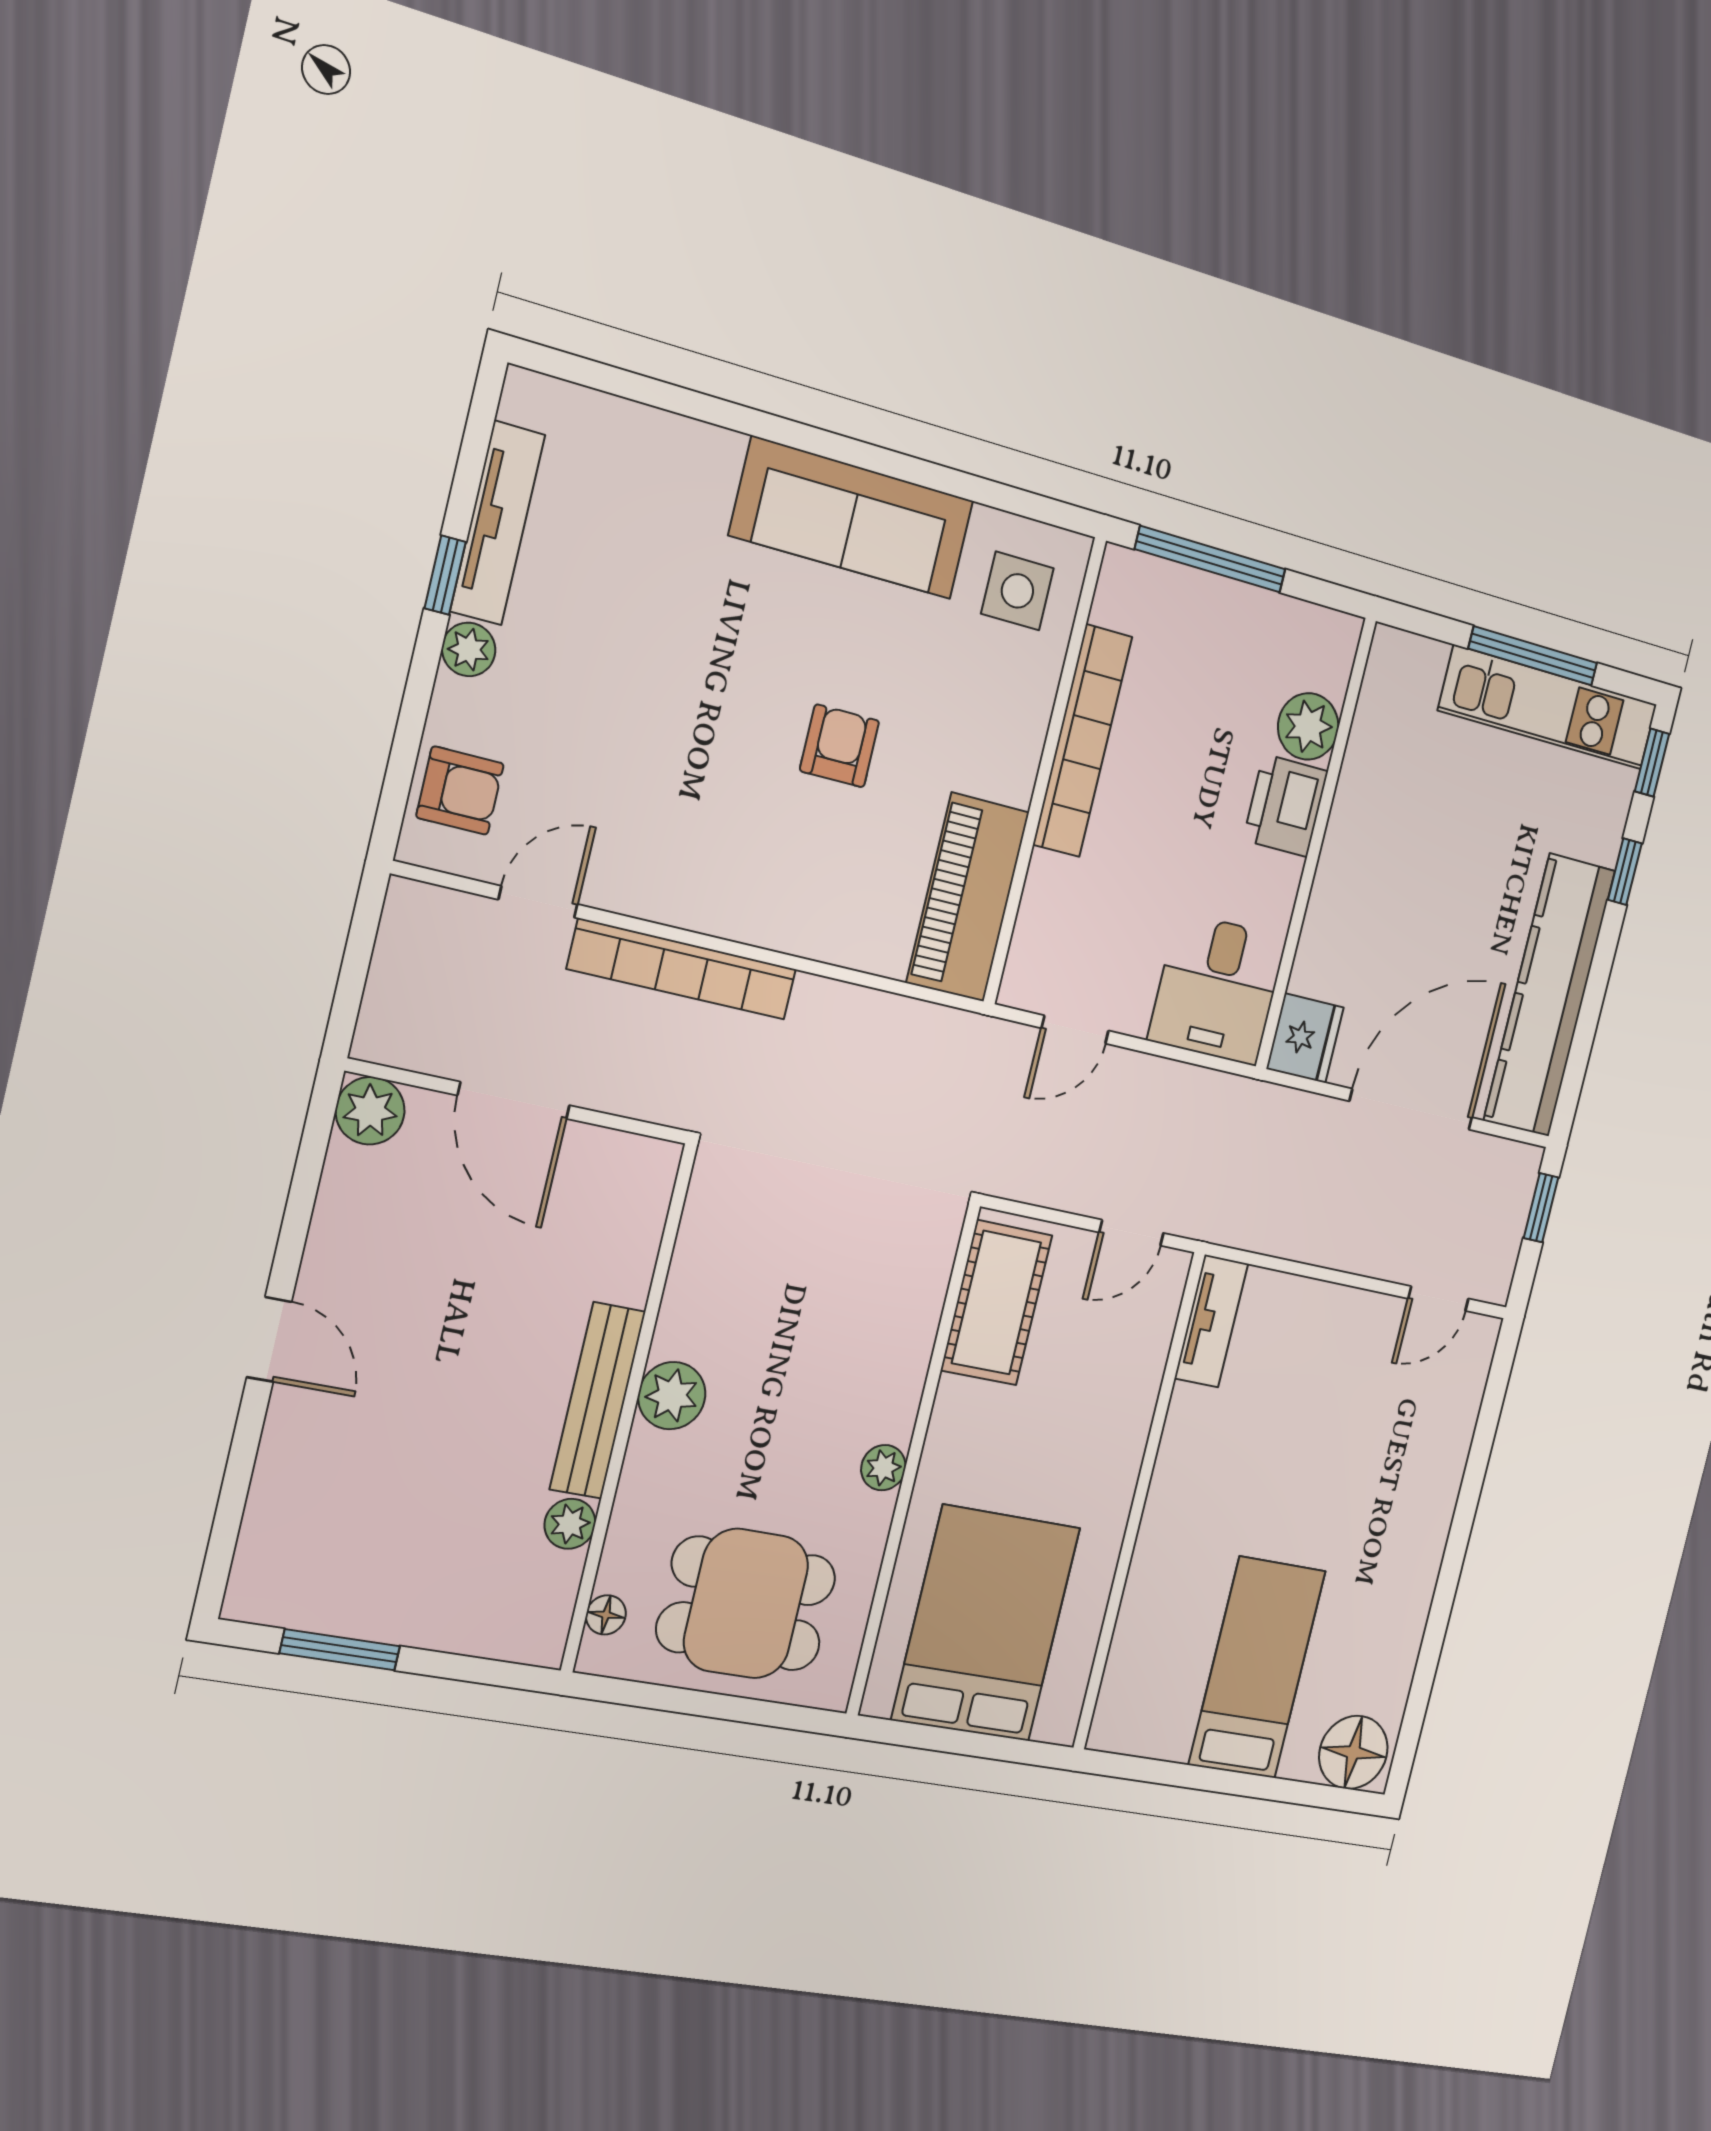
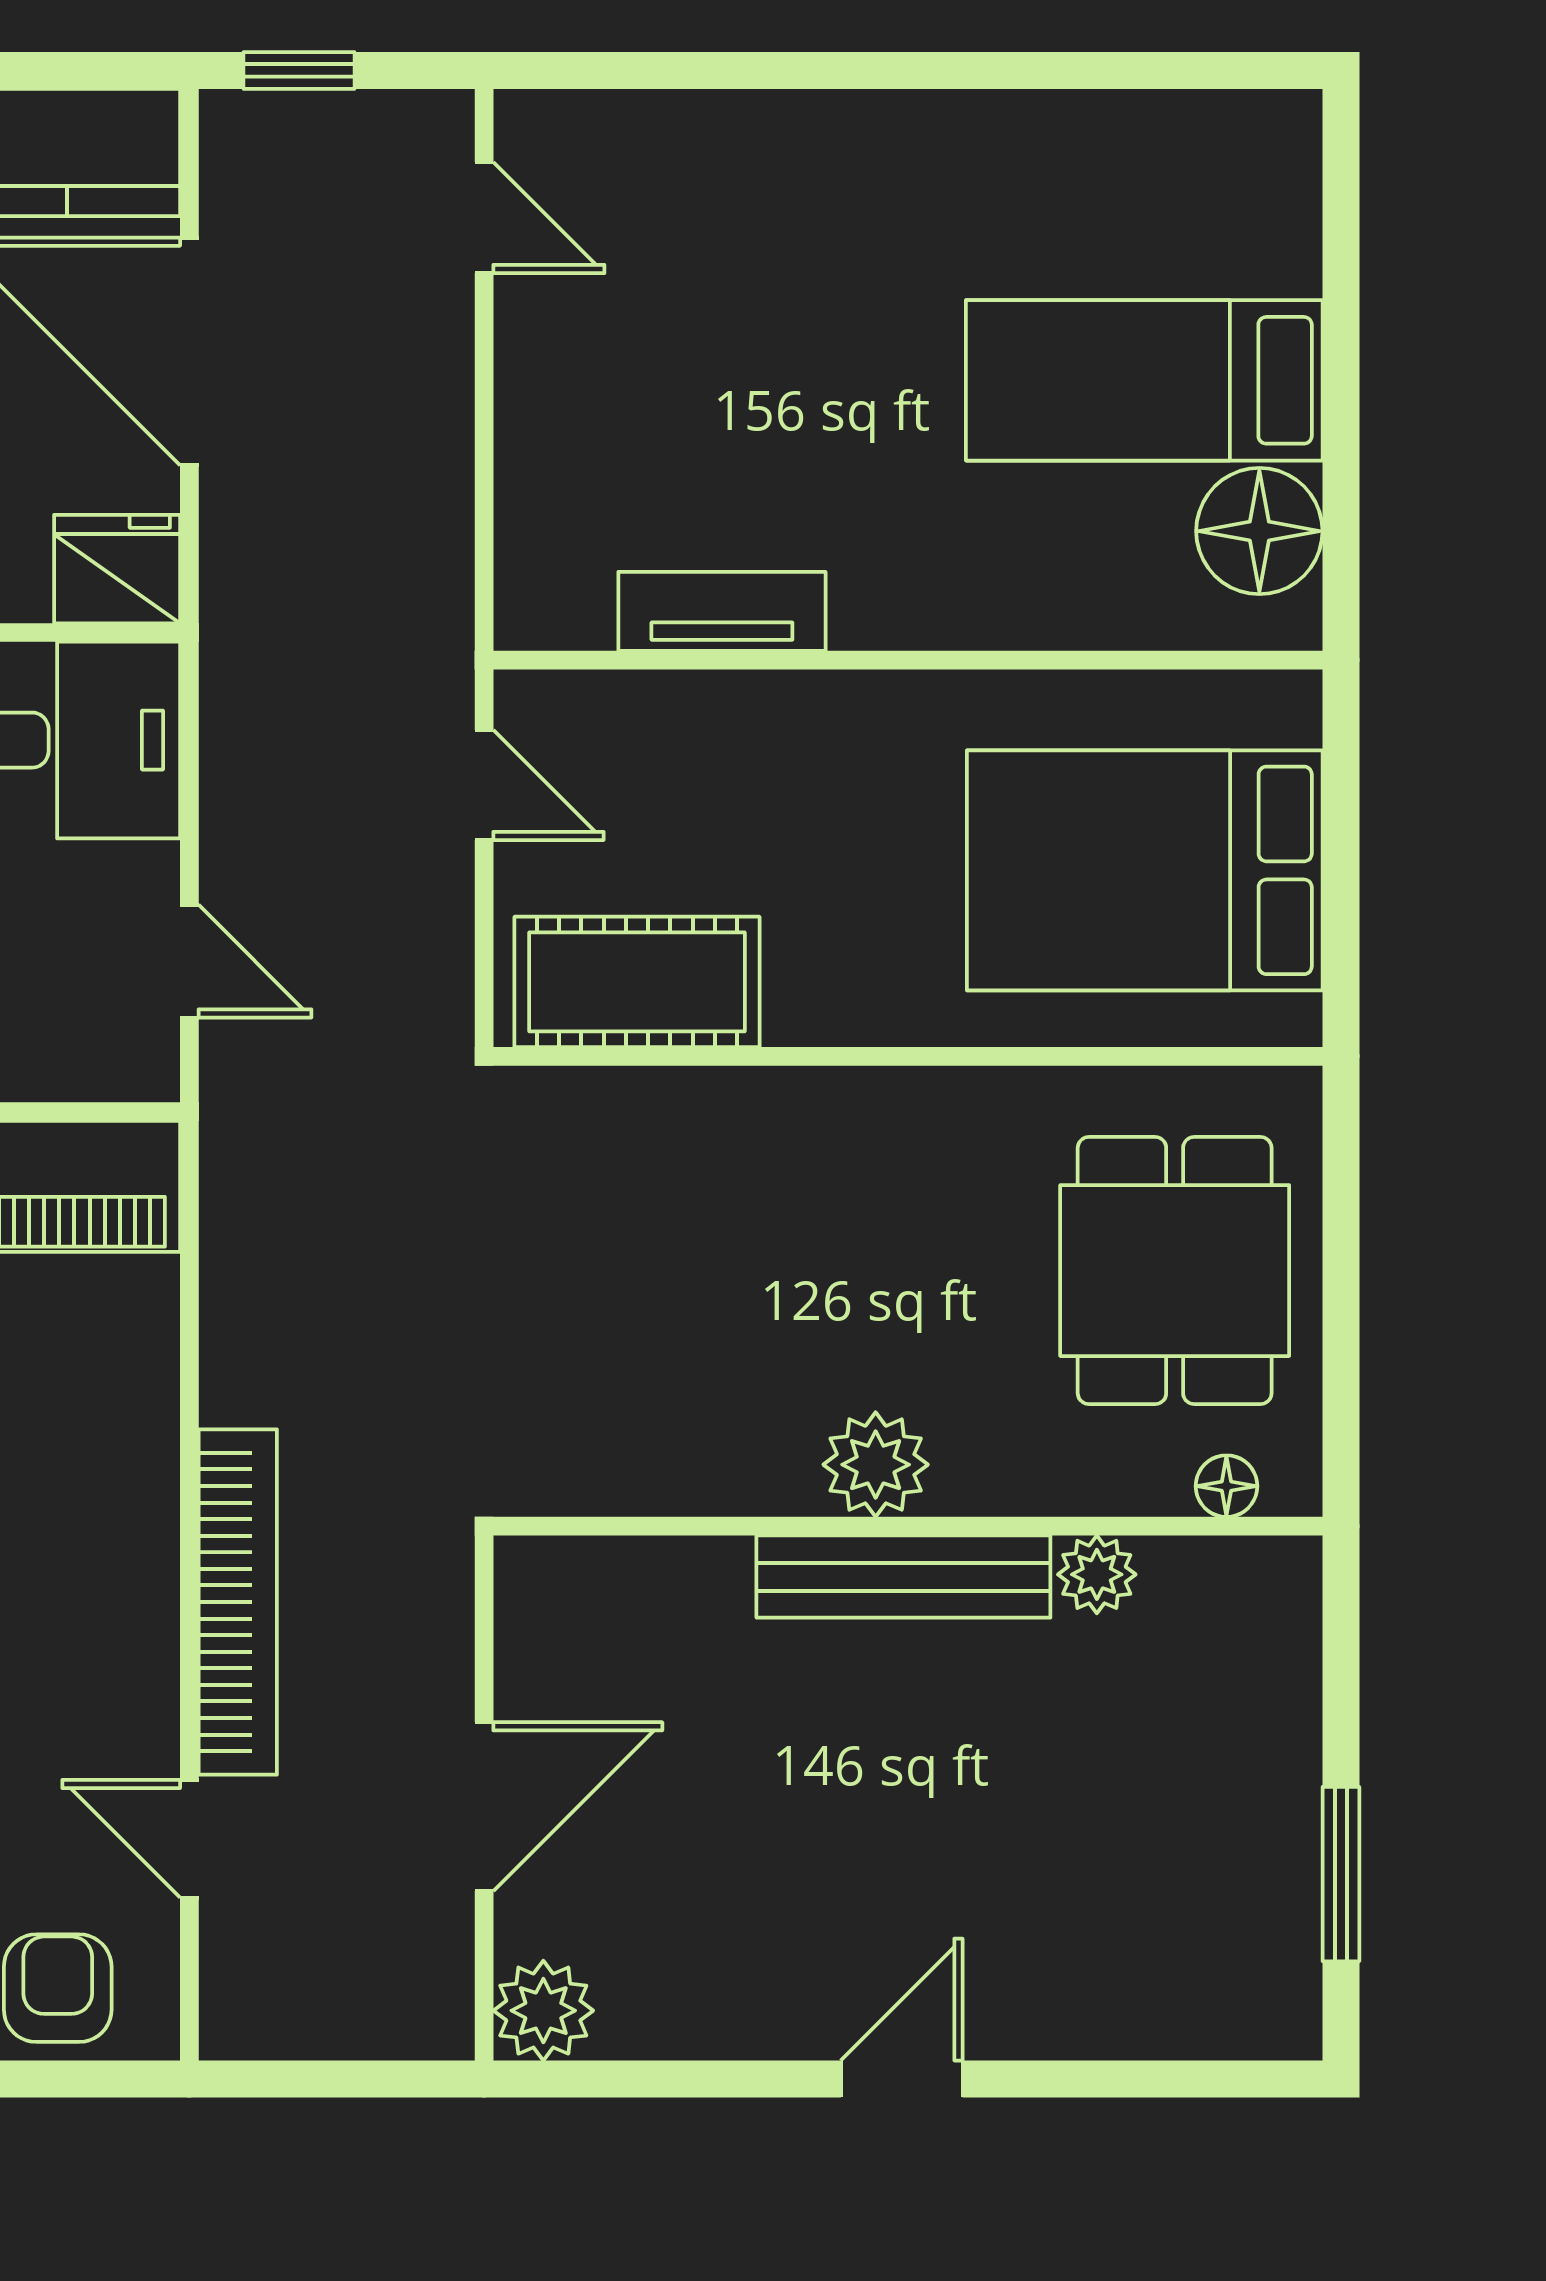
tv unit: (1211, 1321) -> (722, 611), moved
plant: (883, 1468) -> (927, 1102), removed
floor lamp: (1353, 1752) -> (1259, 531), moved

